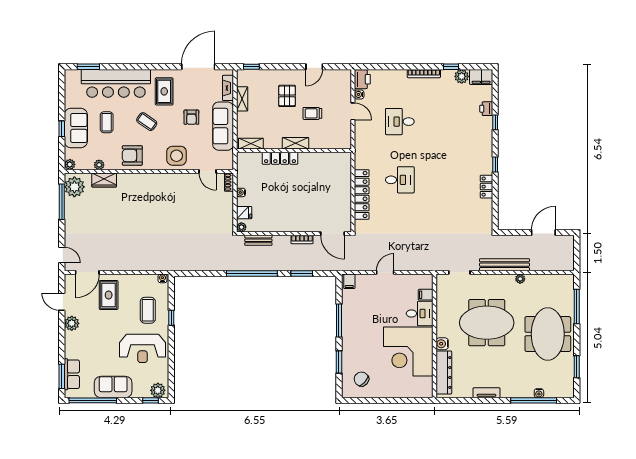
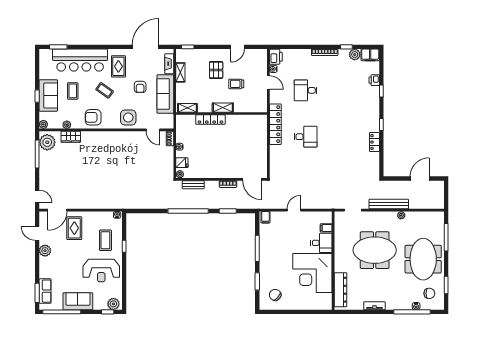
locker: (362, 194) -> (275, 124), moved
water cooler: (442, 344) -> (339, 267), removed
chair: (556, 377) -> (429, 293), added

